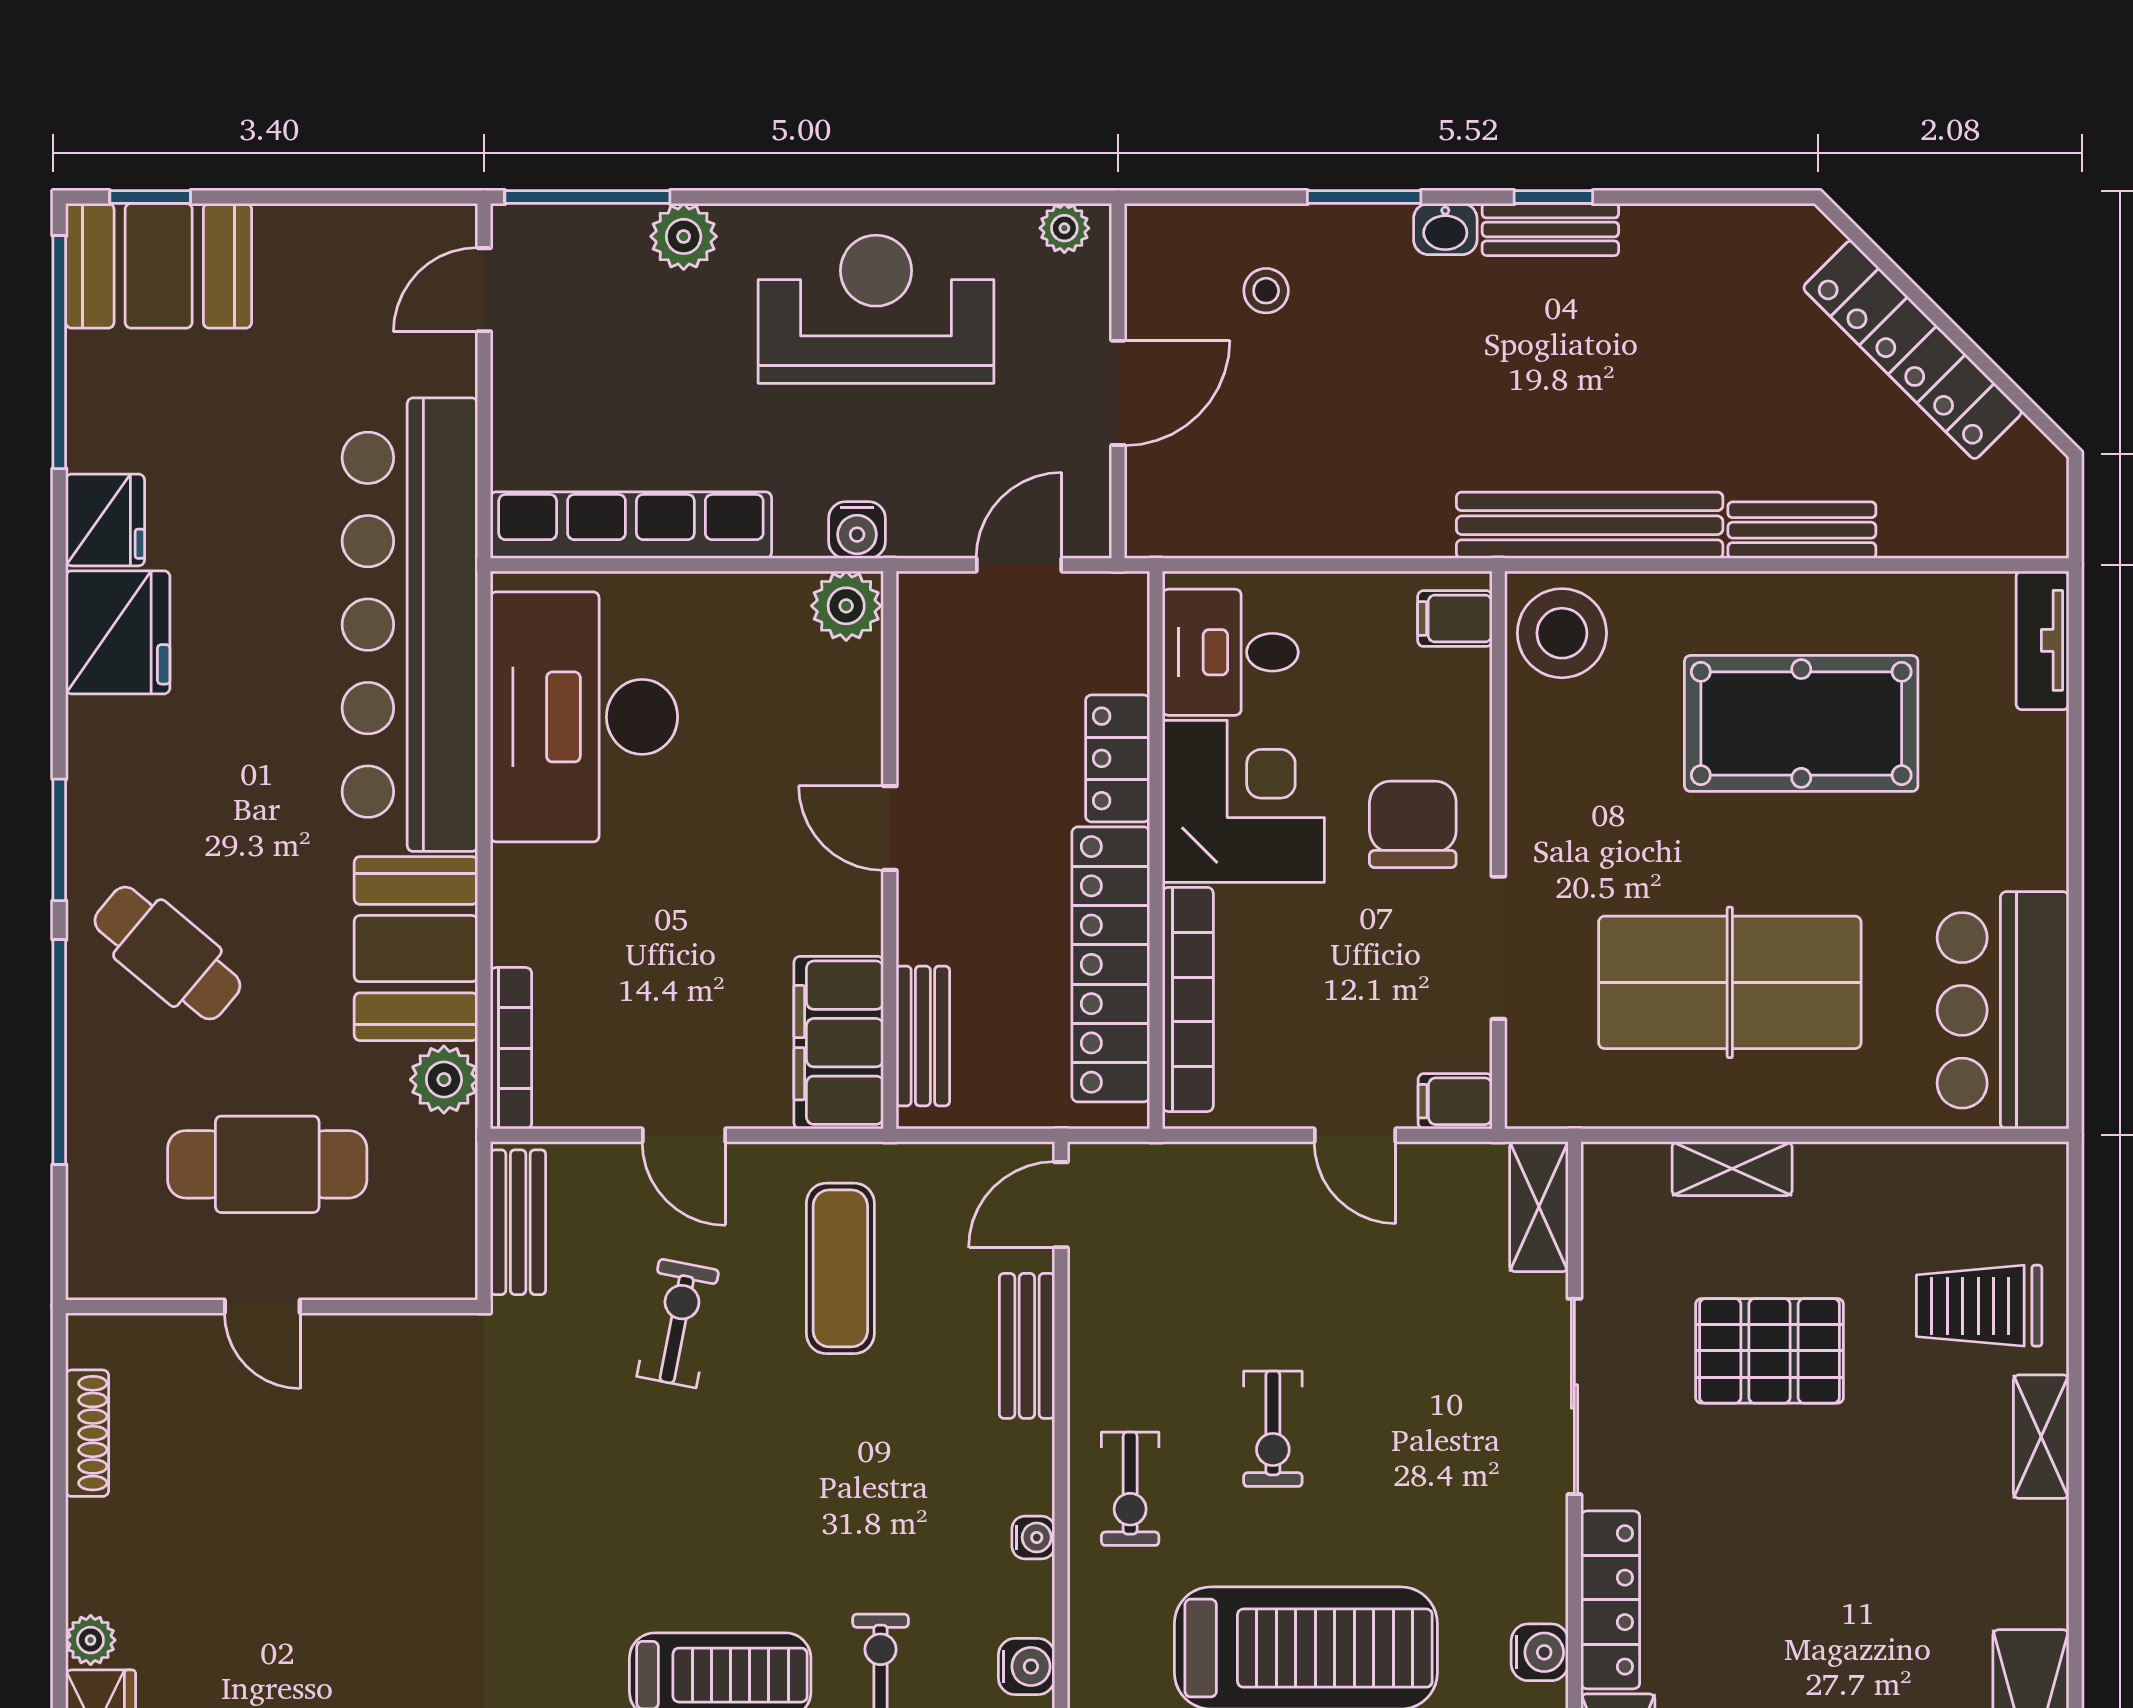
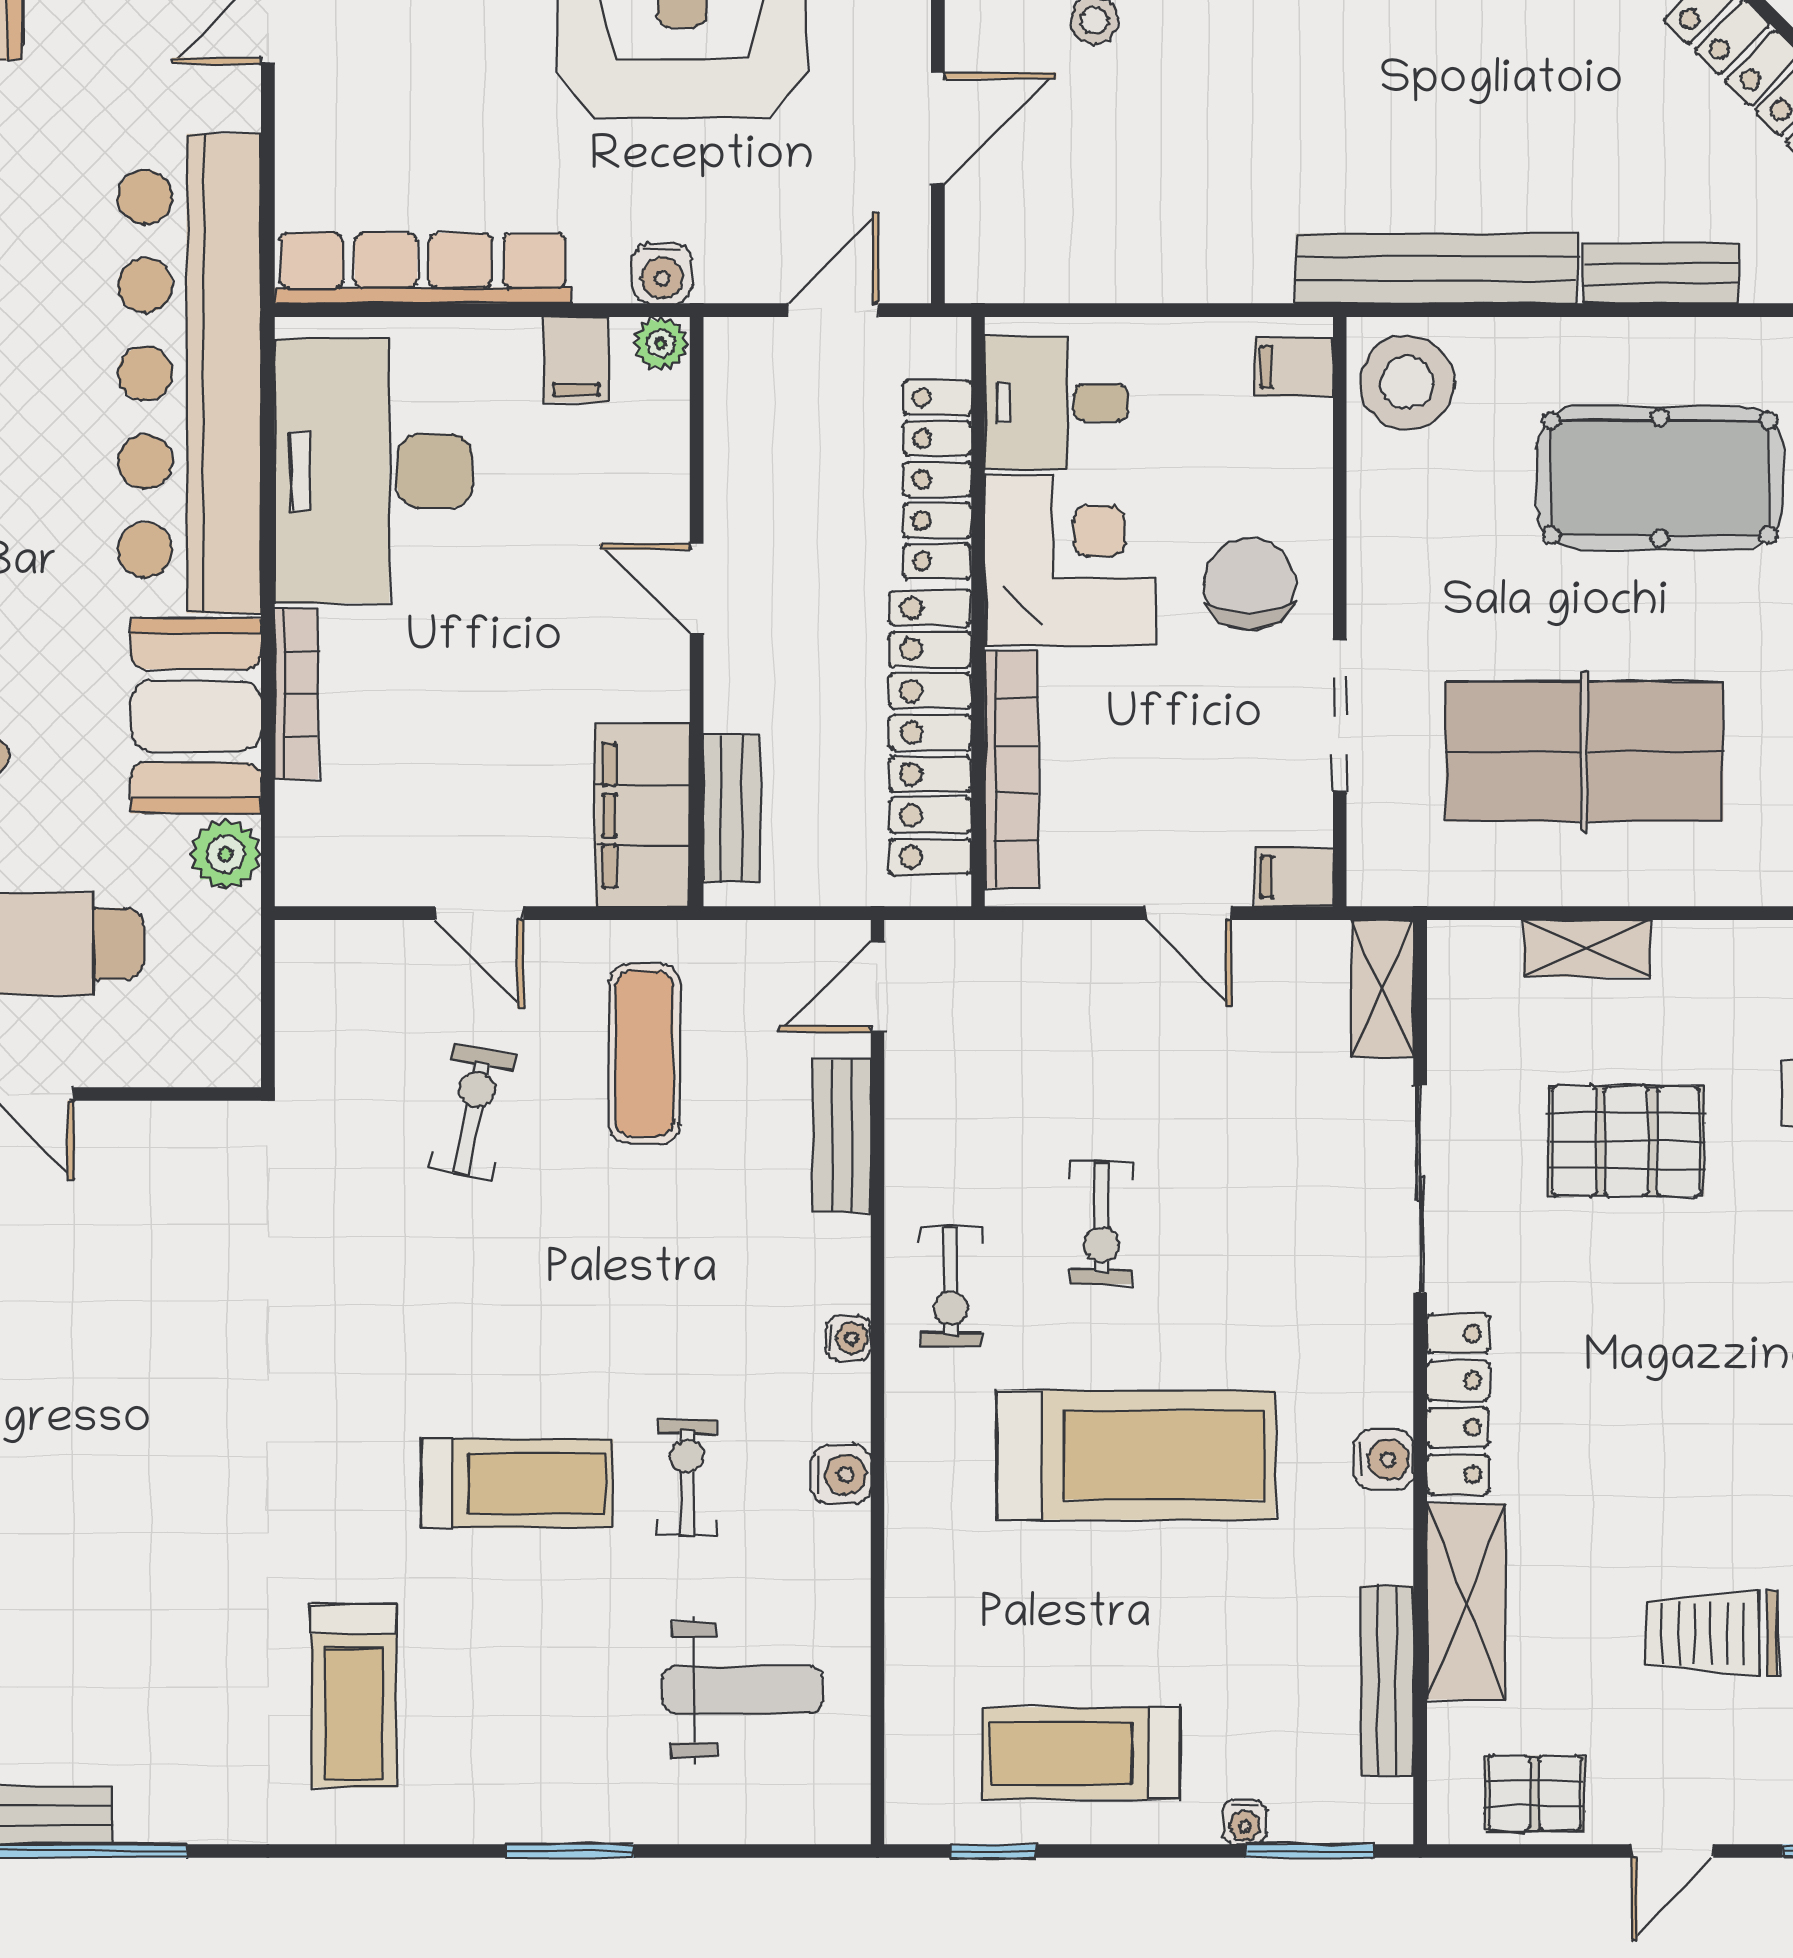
plant: (846, 606) -> (661, 344), width x0.73, depth x0.73
filing cabinet: (776, 612) -> (576, 360), added
locker: (1118, 758) -> (937, 480), width x1.53
bookcase: (511, 1048) -> (296, 694), moved
bench: (518, 1222) -> (304, 1005), removed

